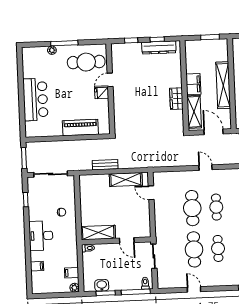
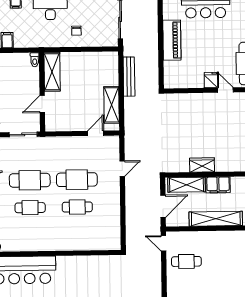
piano: (80, 128) -> (172, 40), moved
bench: (105, 165) -> (129, 77), width x1.36
door: (206, 168) -> (122, 169), moved

